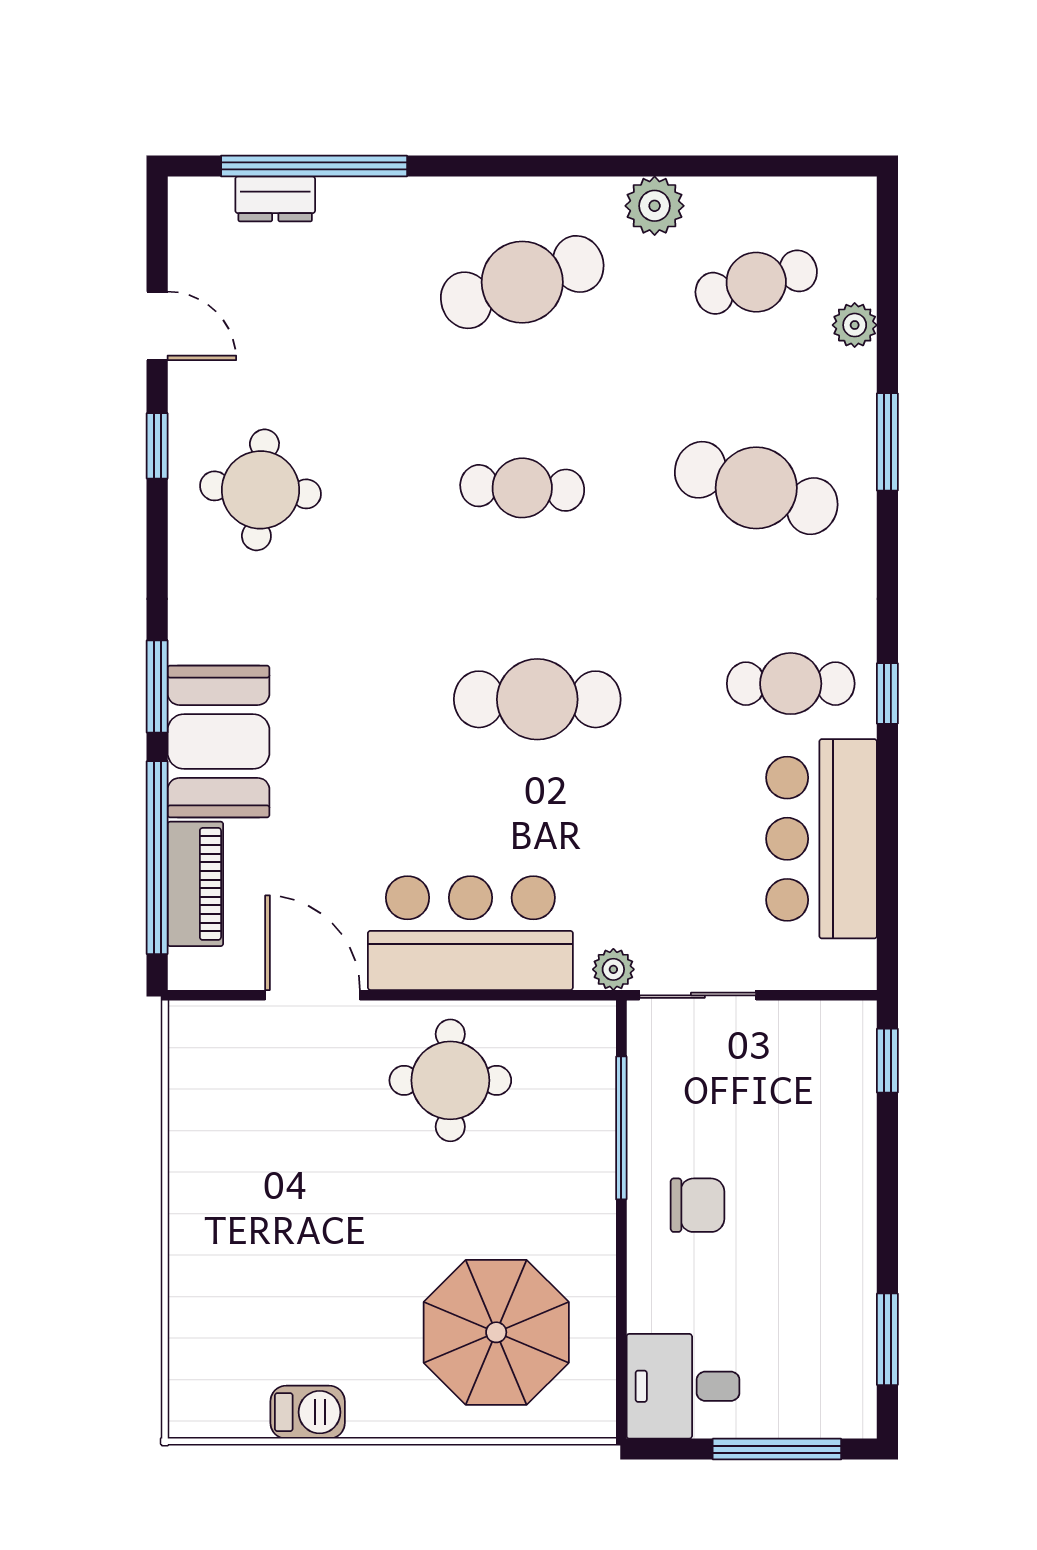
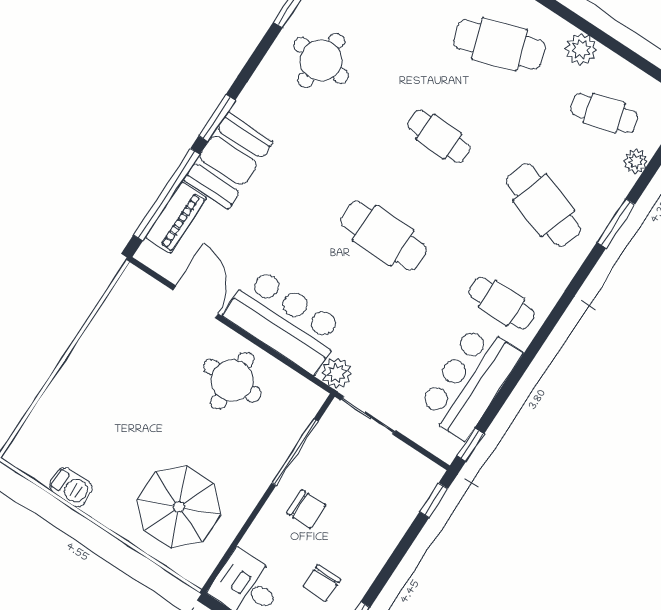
window: (887, 693) -> (470, 445), moved
plant: (613, 969) -> (337, 373), width x1.38, depth x1.38
chair: (797, 1304) -> (322, 583), added

